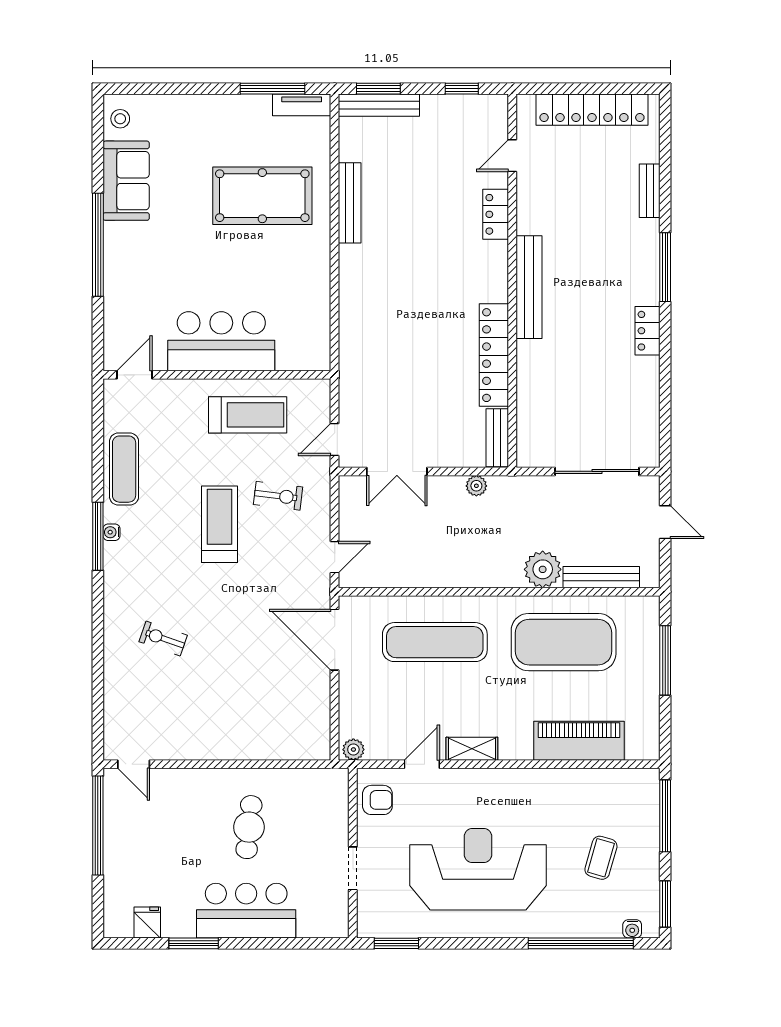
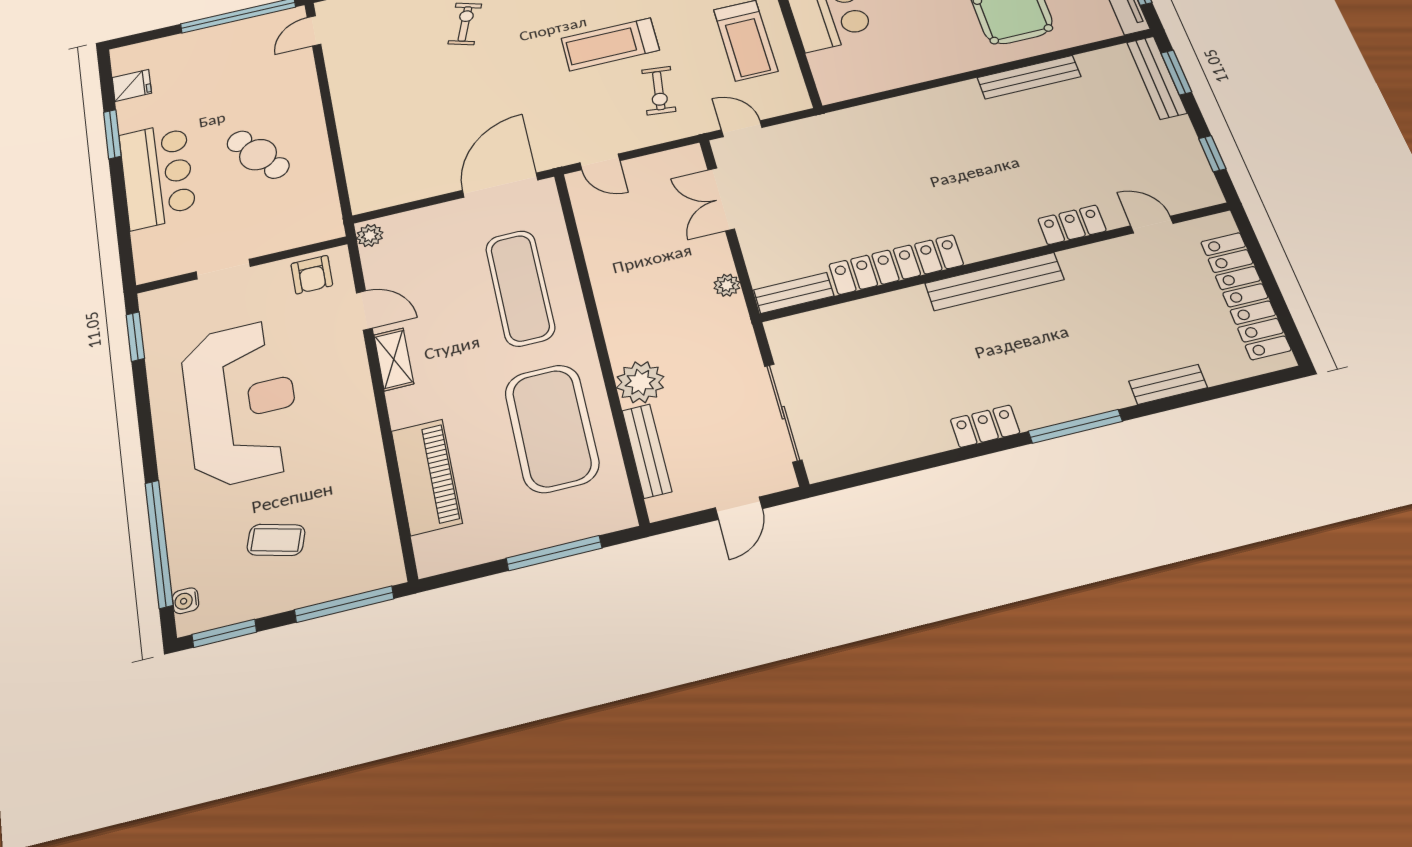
treadmill: (220, 524) -> (610, 44), turned 180
cafe table: (249, 827) -> (258, 155), turned 47

